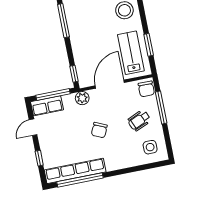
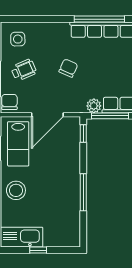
plant: (82, 98) -> (94, 106), moved

